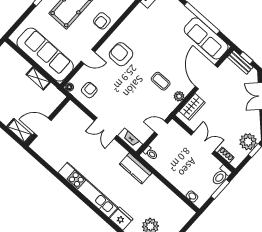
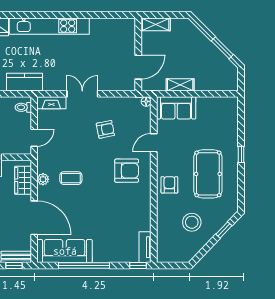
sofa: (45, 55) -> (176, 108), width x0.54, depth x0.79
armchair: (89, 90) -> (105, 129), moved, turned -101
door: (43, 127) -> (138, 67), moved

